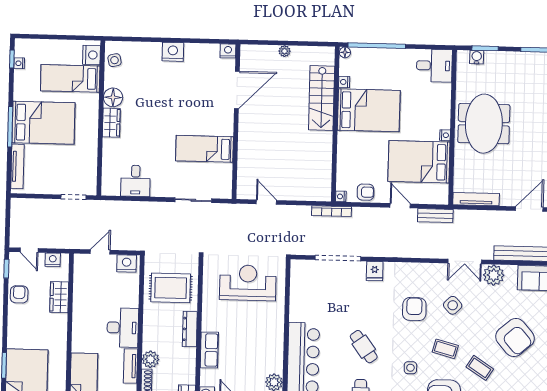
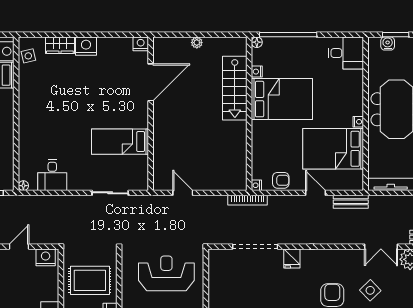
floor lamp: (113, 97) -> (23, 186), moved, width x0.53, depth x0.53
wardrobe: (111, 123) -> (60, 45), moved, turned 90

